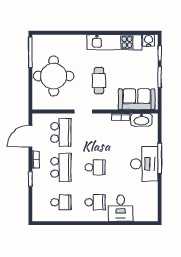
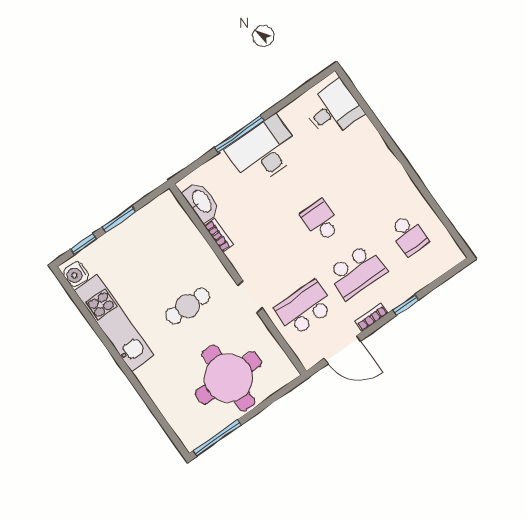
sofa: (137, 99) -> (176, 230), removed
school desk: (61, 167) -> (357, 271), turned 180
school desk: (61, 202) -> (409, 235), turned 180
school desk: (95, 202) -> (373, 184), removed
desk: (121, 208) -> (333, 110), moved

